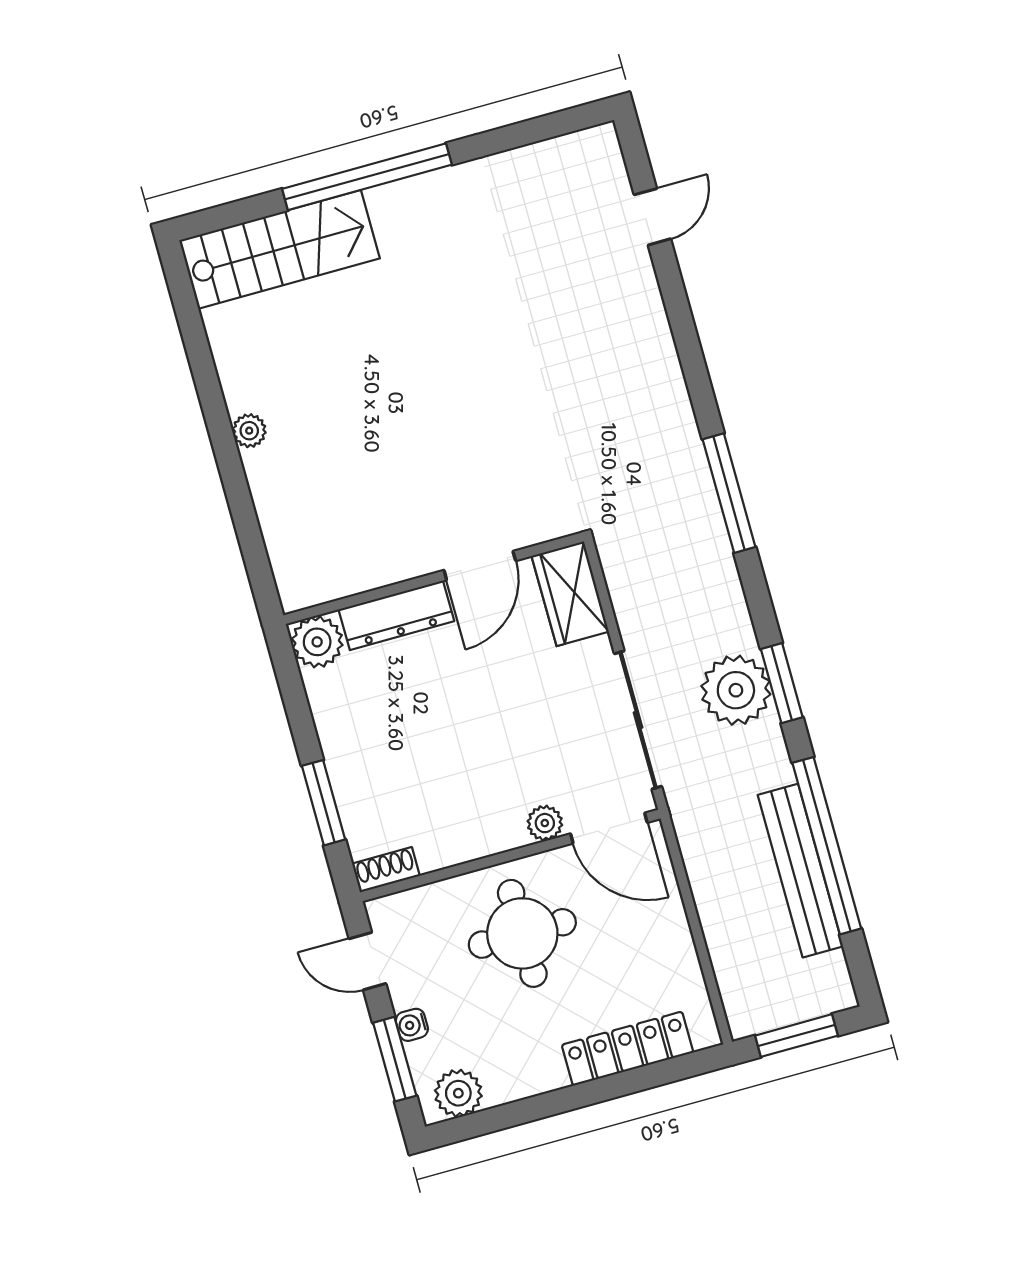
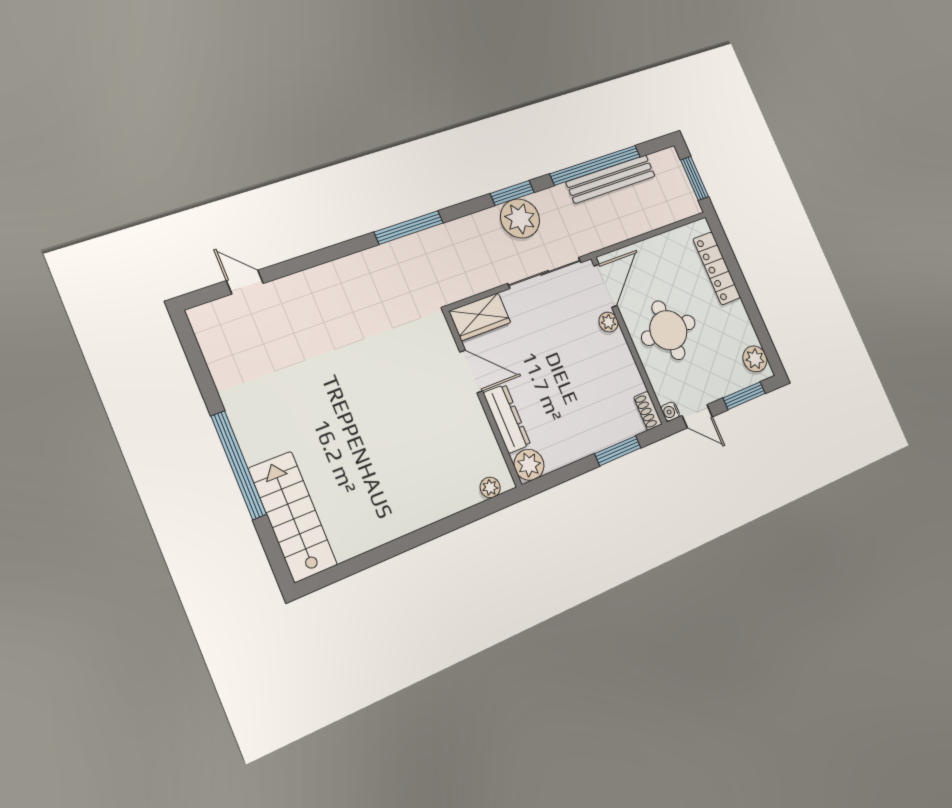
plant: (249, 431) -> (490, 487), moved
door: (368, 961) -> (697, 416), hinge flipped
water cooler: (412, 1025) -> (670, 412), moved, turned 90

